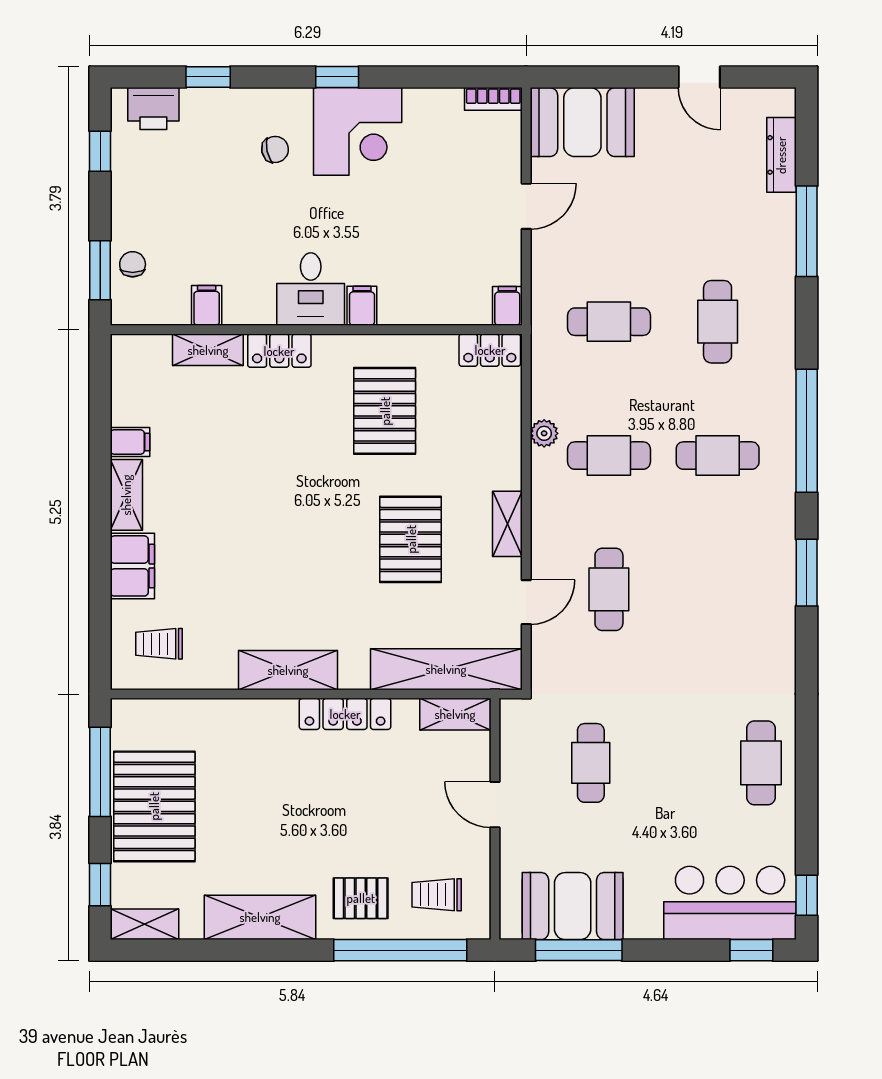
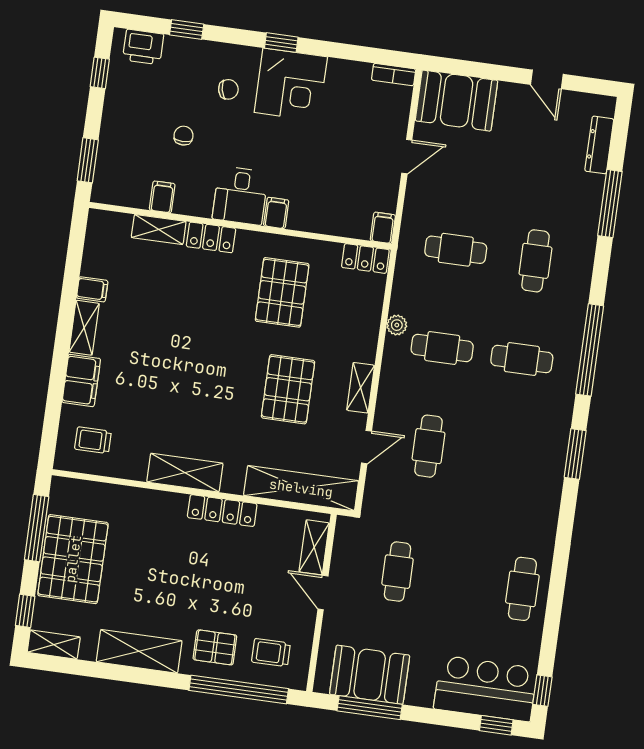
chair: (133, 264) -> (184, 136), moved
shelving: (455, 714) -> (314, 547), moved, turned 90

